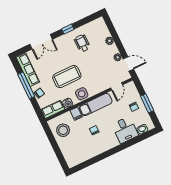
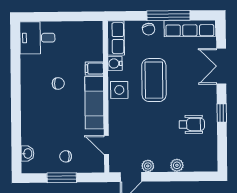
stool: (63, 130) -> (79, 39), removed
desk: (125, 130) -> (37, 38), moved

